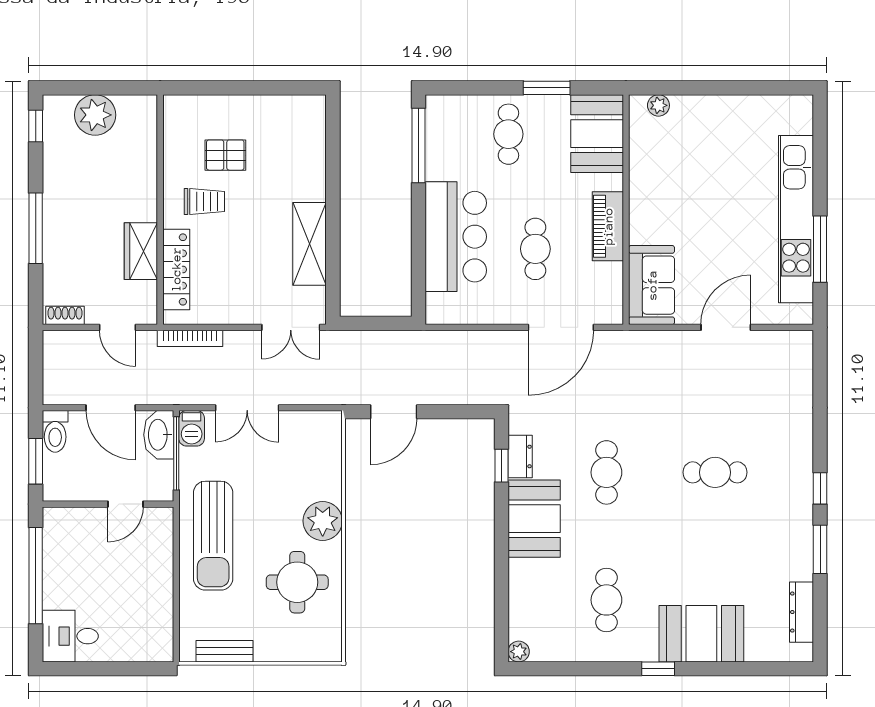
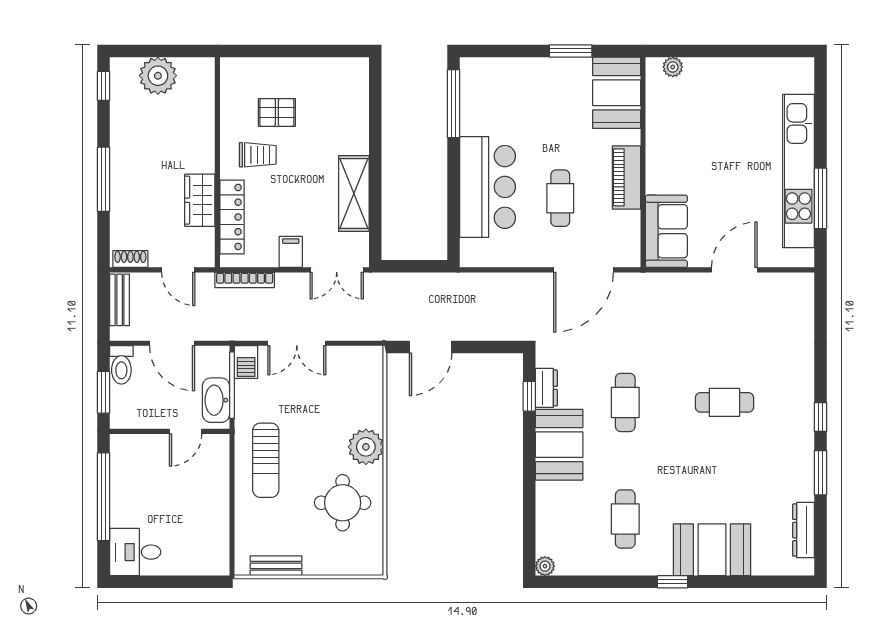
cafe table: (508, 134) -> (536, 93), removed
filing cabinet: (240, 308) -> (291, 252), added
bench: (53, 360) -> (120, 300), added
washbasin: (159, 435) -> (216, 400), moved
sun lounger: (213, 536) -> (266, 460), width x0.73, depth x0.75

